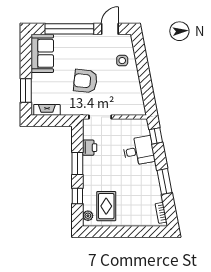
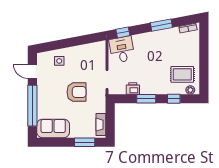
armchair: (85, 81) -> (77, 92), turned -96
desk: (139, 151) -> (122, 50), moved

